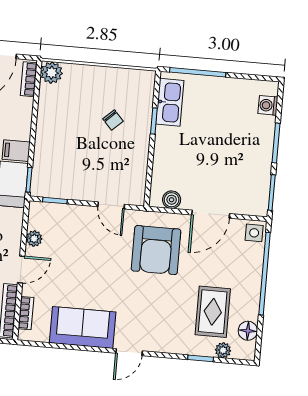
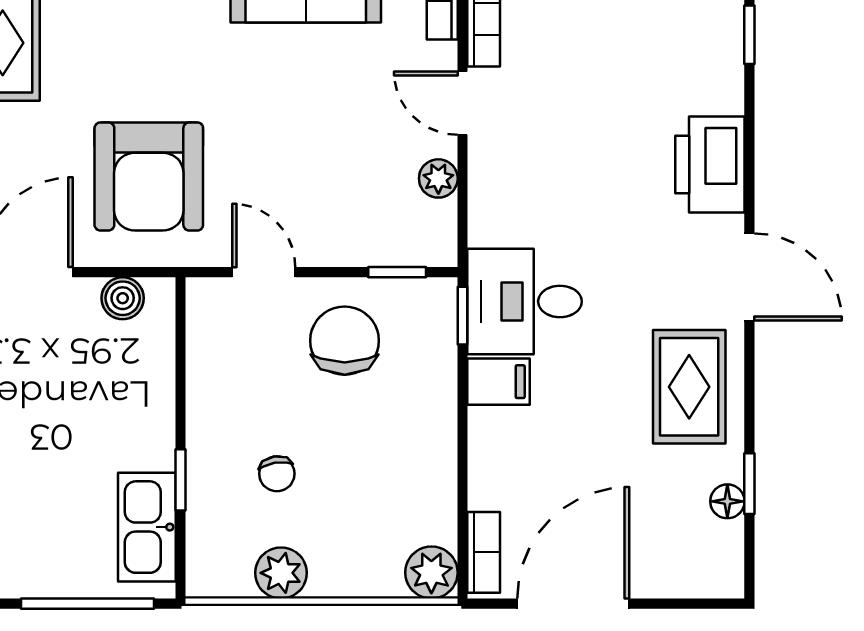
plant: (115, 78) -> (281, 573), added
chair: (113, 120) -> (277, 474), turned -146
chair: (80, 174) -> (345, 341), added
armchair: (156, 250) -> (149, 176), turned 180
door: (21, 269) -> (462, 103), hinge flipped

